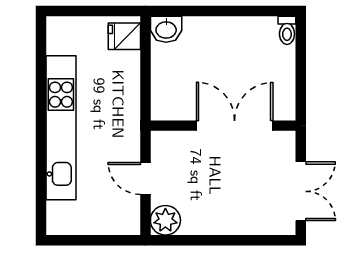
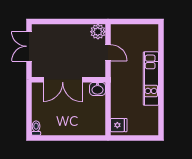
washbasin: (166, 29) -> (98, 89), moved, turned 180
kitchen unit: (61, 128) -> (151, 79), width x0.73

